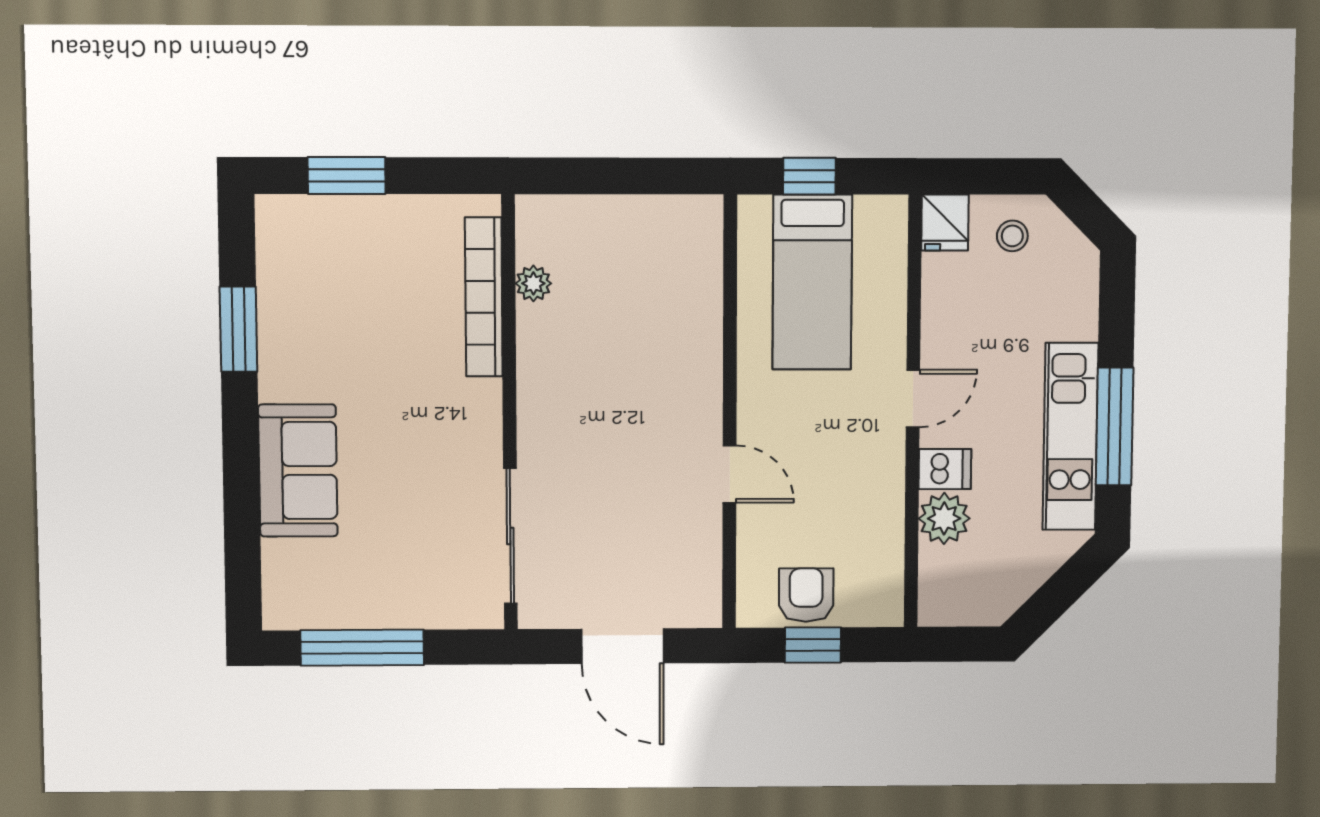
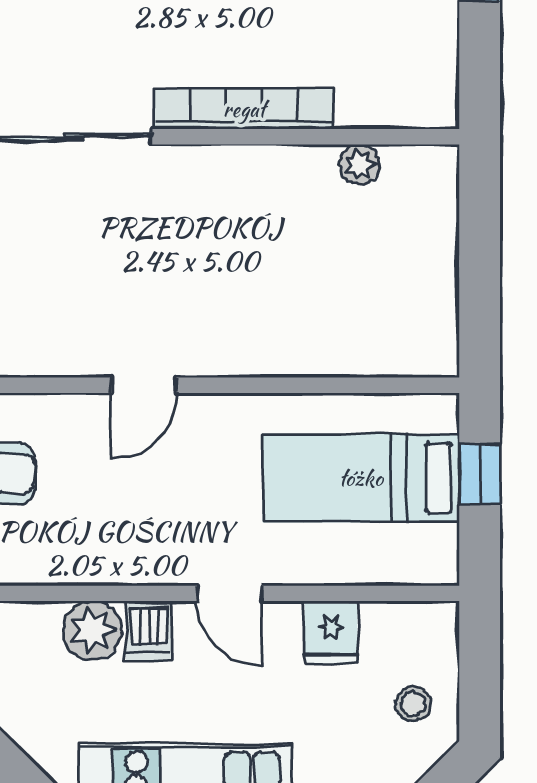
fridge: (945, 223) -> (331, 632), moved, turned -90
bookcase: (484, 297) -> (244, 109), moved

